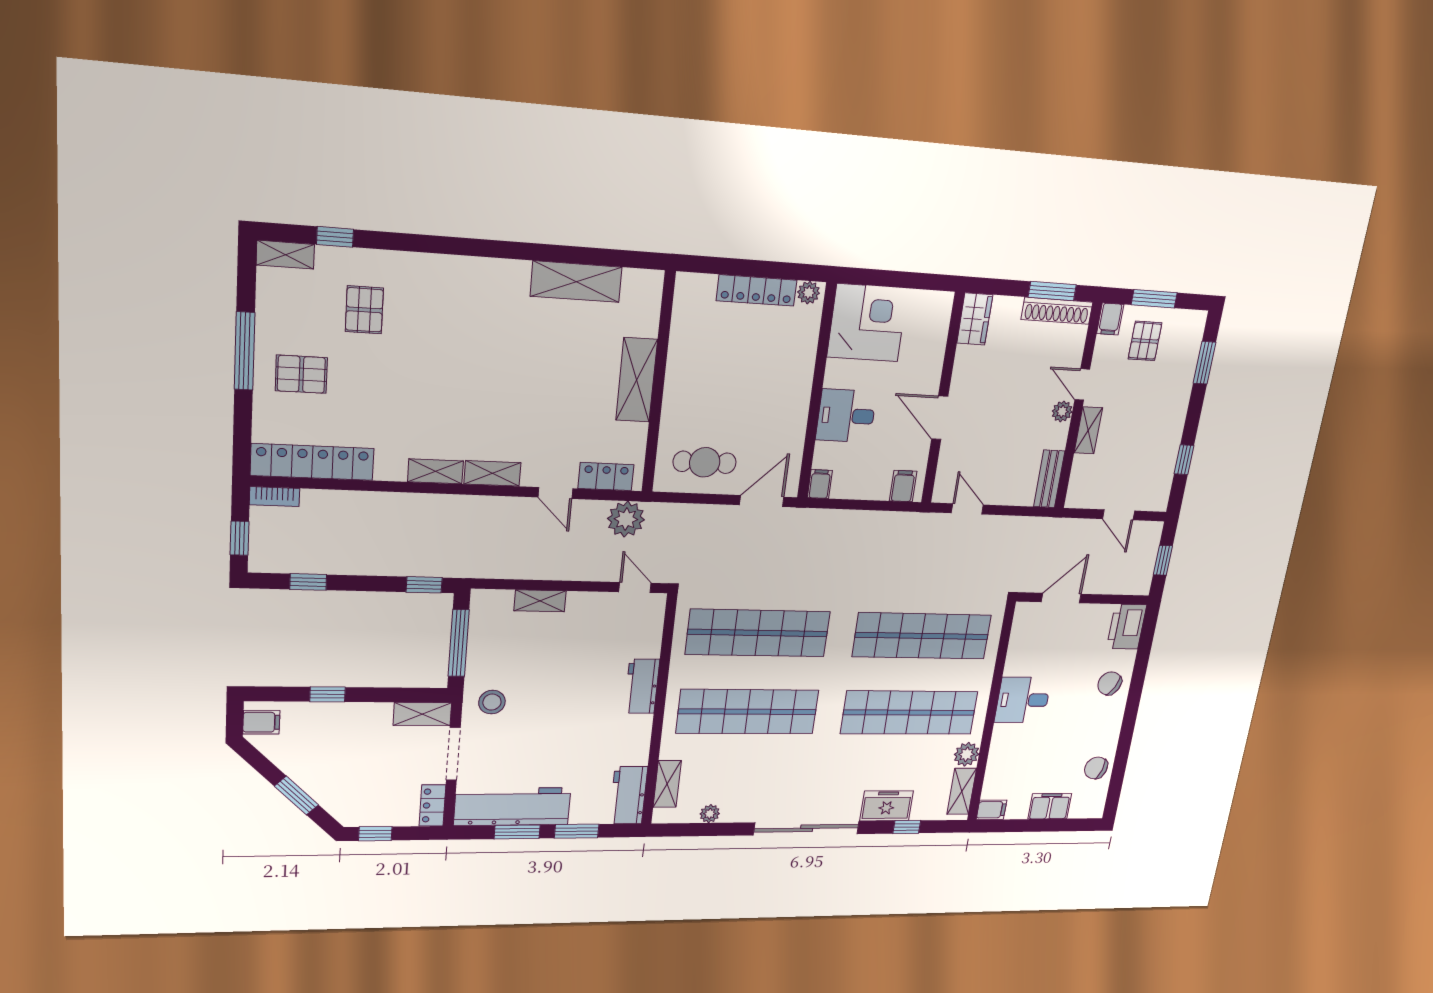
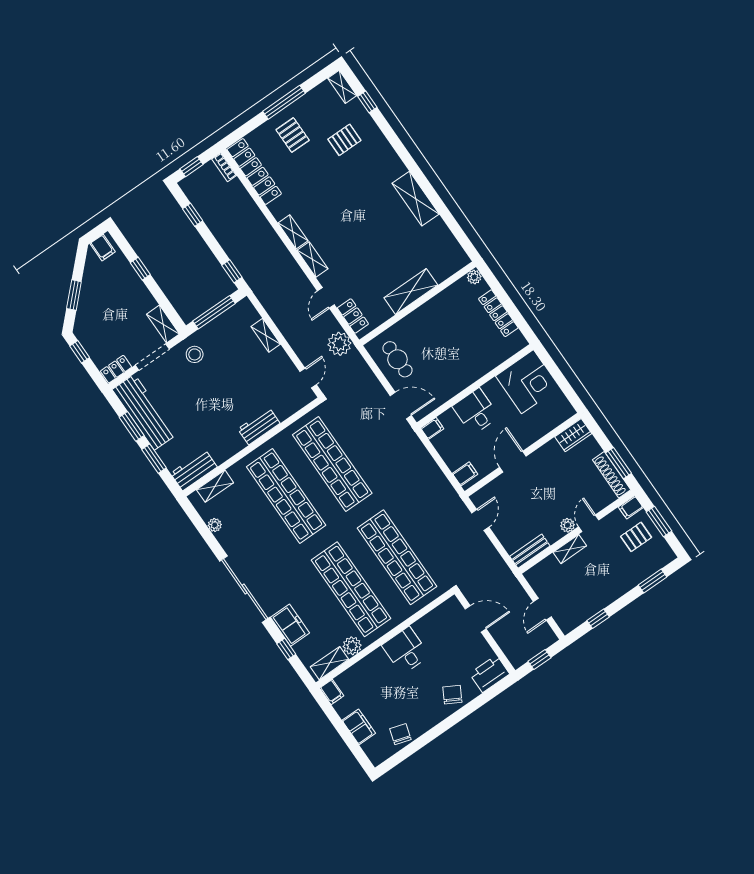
shelving: (576, 282) -> (416, 199), moved
plant: (809, 293) -> (474, 277), moved

